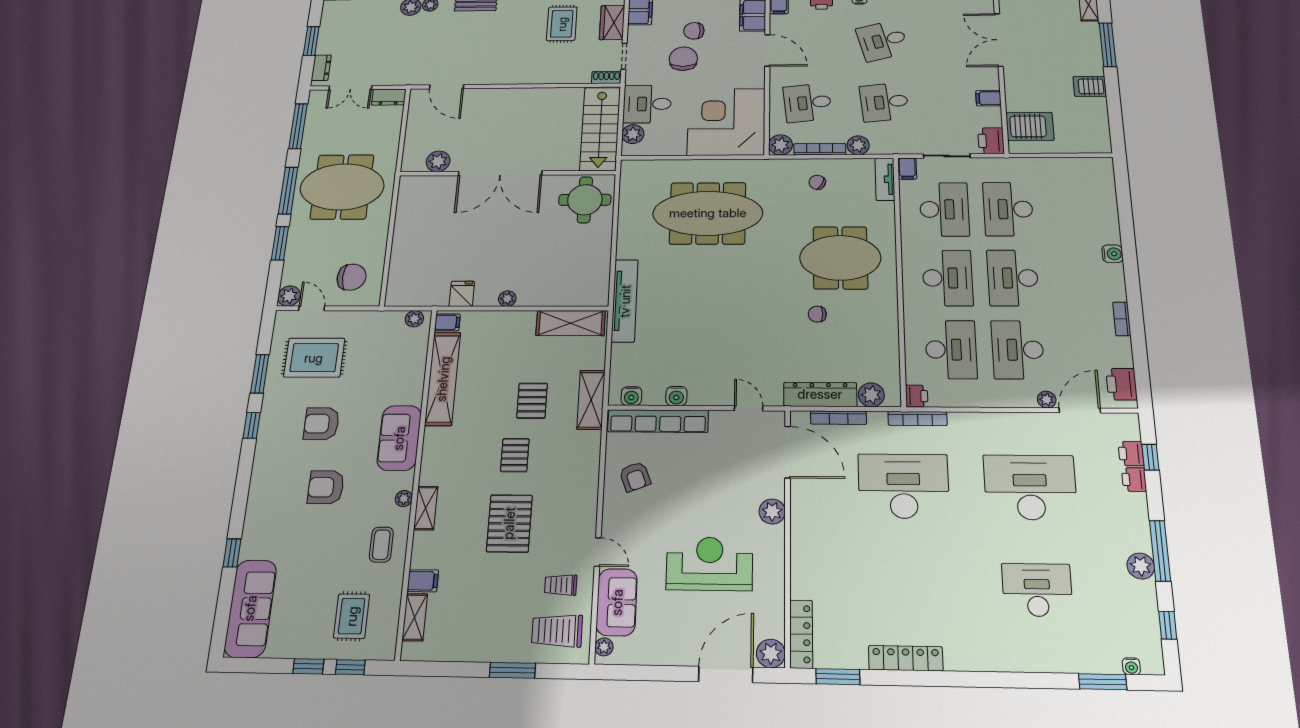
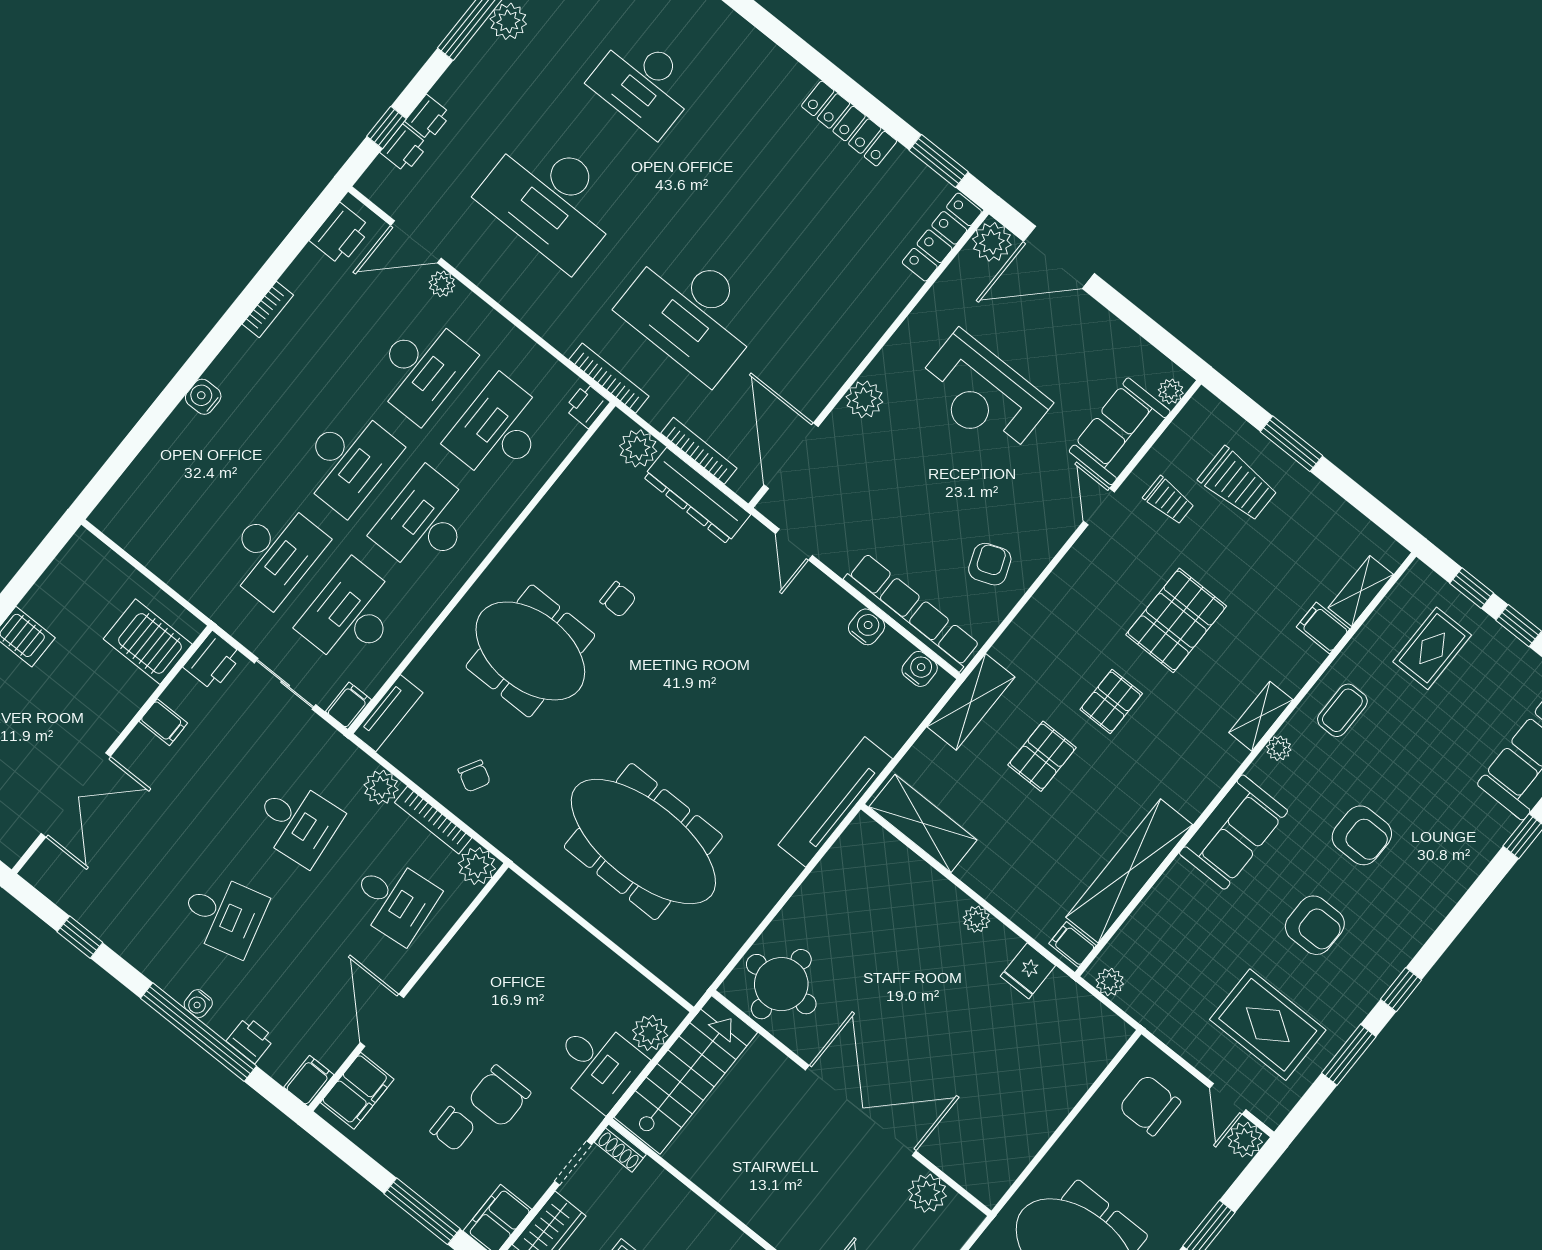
corner desk: (726, 122) -> (518, 955), removed
trolley: (557, 631) -> (1238, 484), moved

